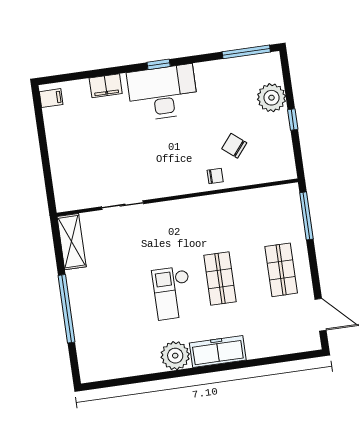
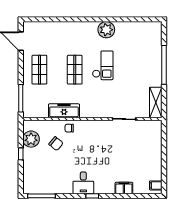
desk: (163, 93) -> (83, 183), width x0.53, depth x0.77
plant: (271, 98) -> (31, 139), moved
freezer: (218, 352) -> (64, 111), moved, turned 180

